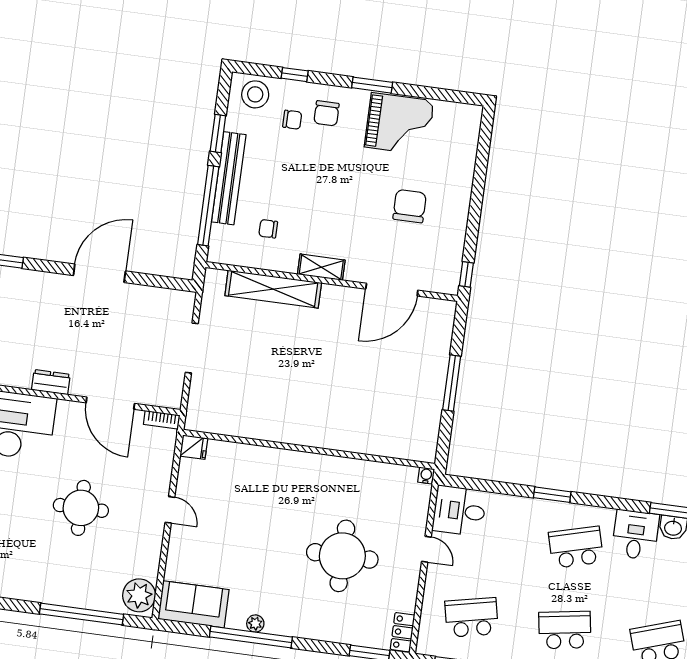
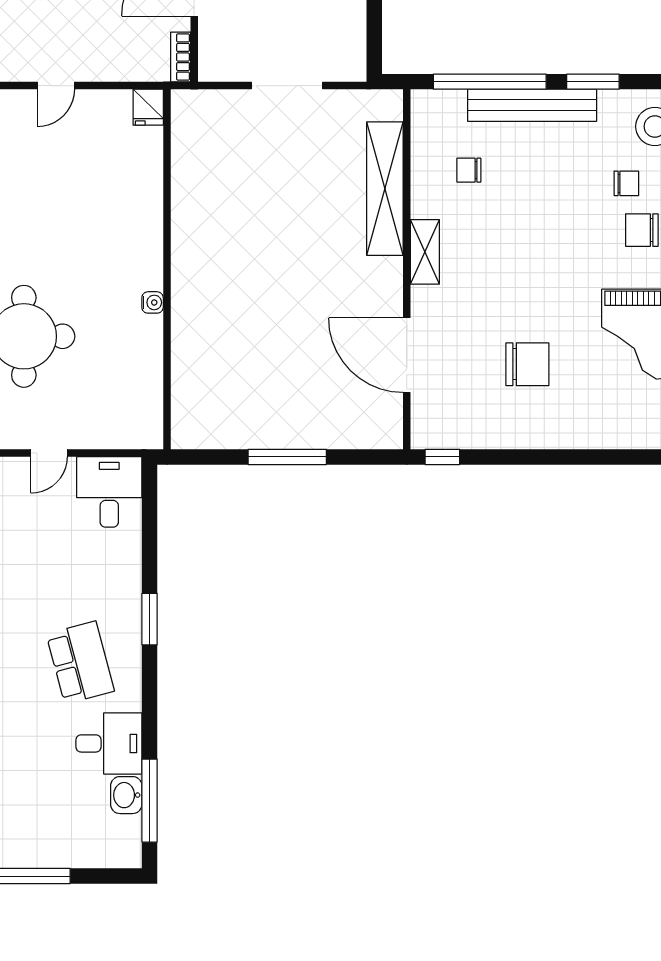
chair: (292, 120) -> (626, 183), turned -90
chair: (268, 229) -> (469, 170), turned -90
water cooler: (426, 476) -> (153, 302), moved

